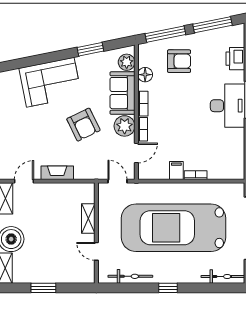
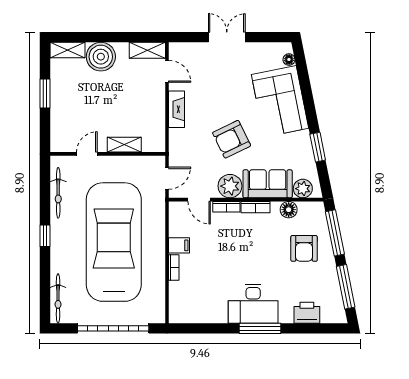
floor lamp: (14, 74) -> (289, 60), added

